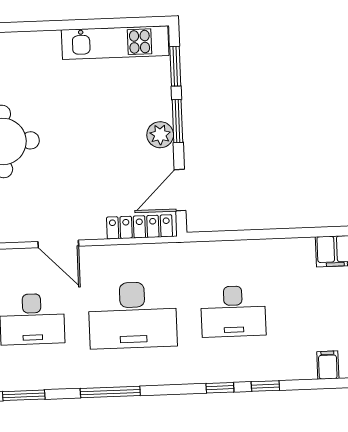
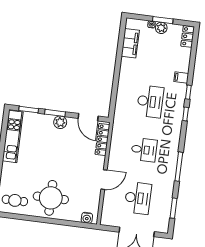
desk: (133, 315) -> (144, 150), width x0.53, depth x0.77
filing cabinet: (328, 365) -> (181, 77), moved

